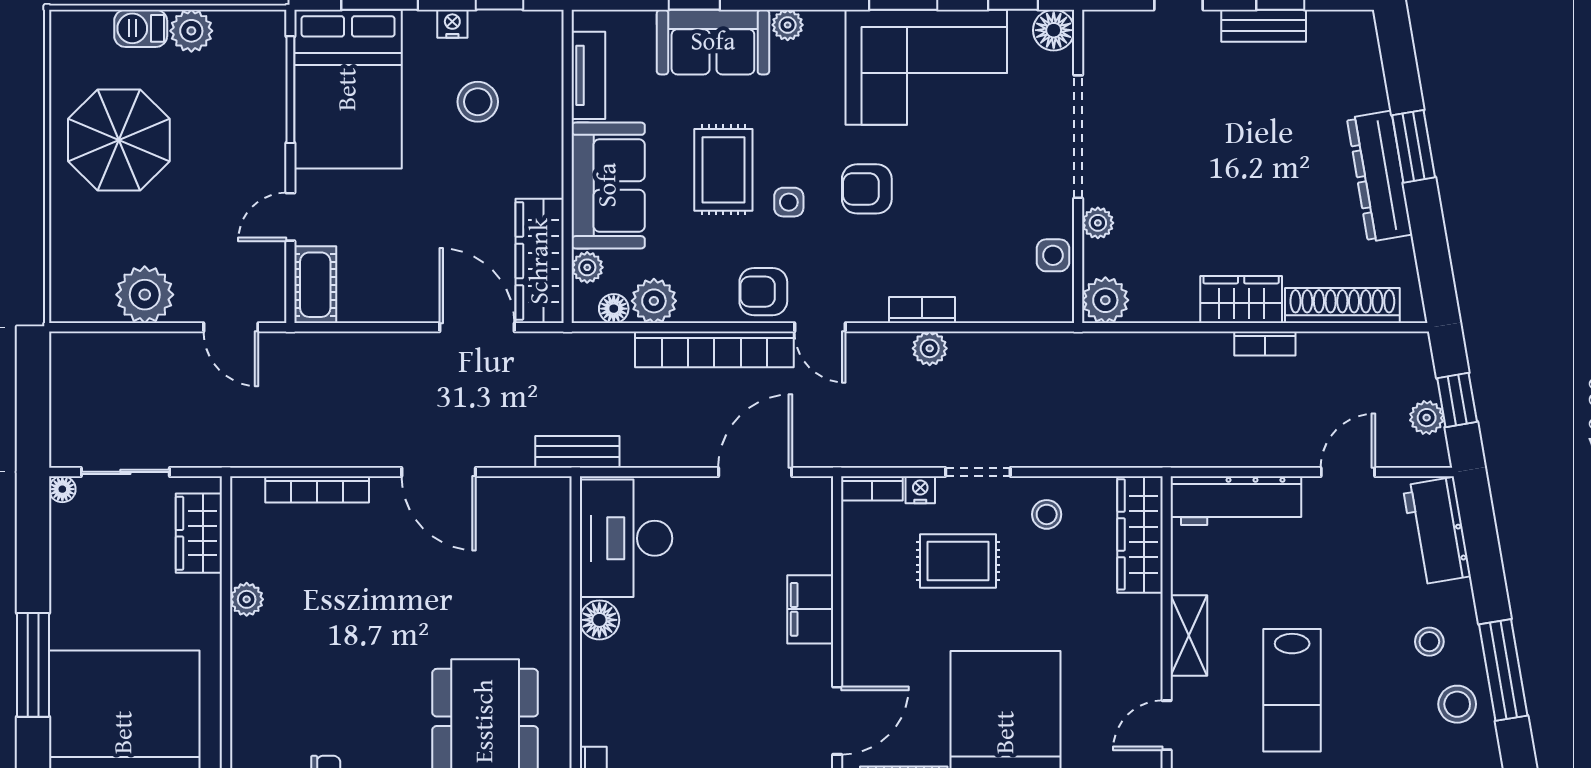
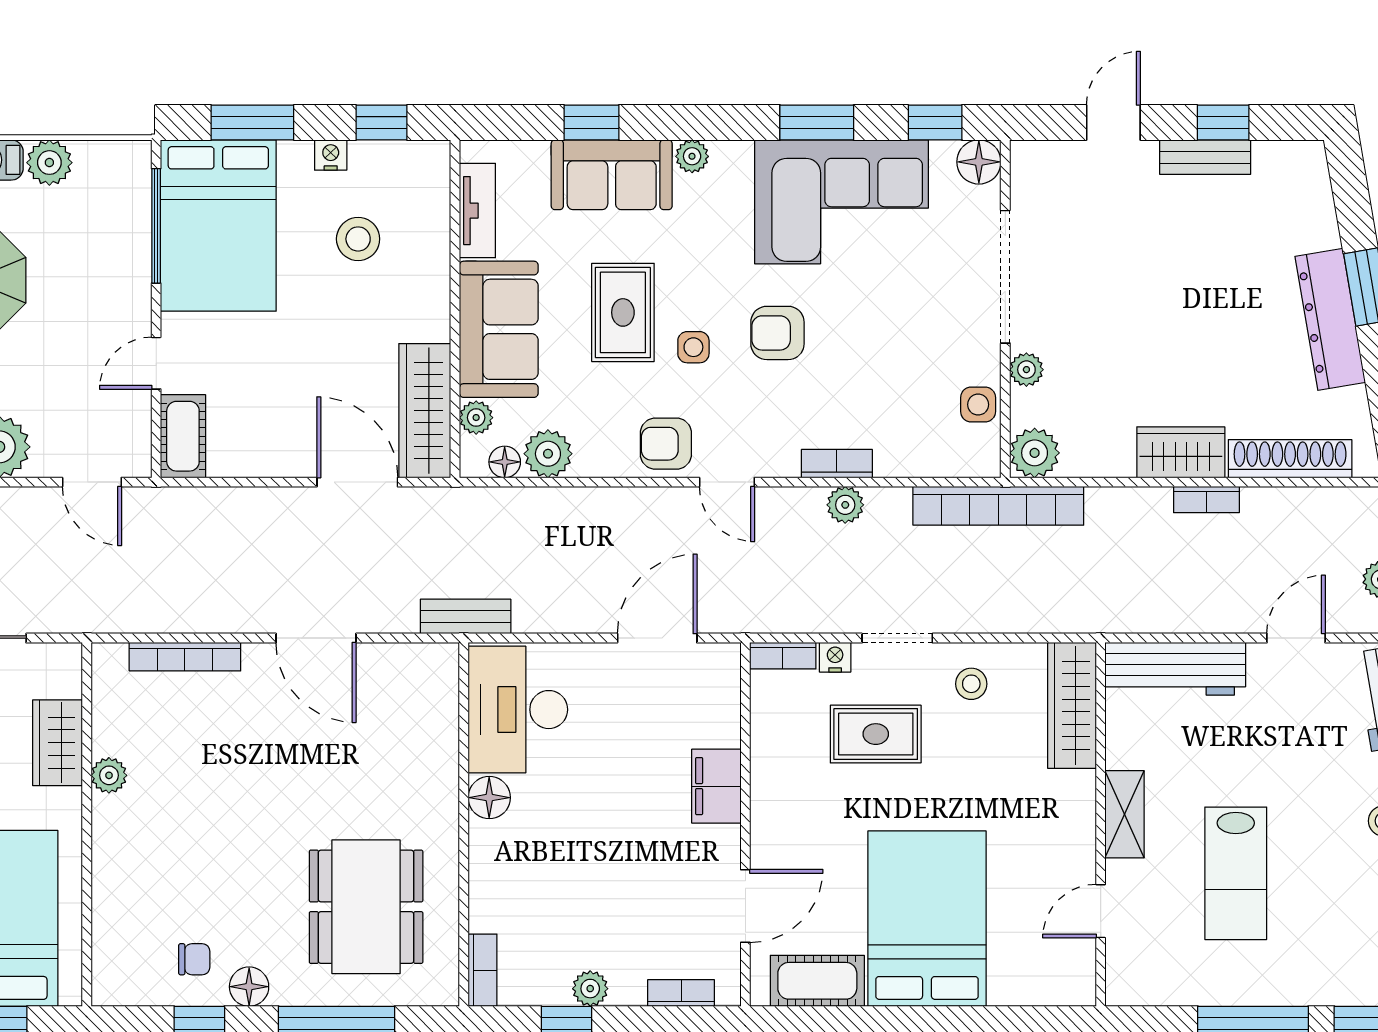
bookcase: (714, 349) -> (998, 506), moved
wardrobe: (199, 533) -> (58, 743), moved

